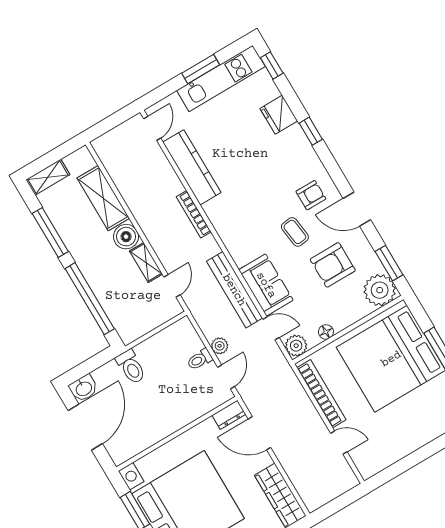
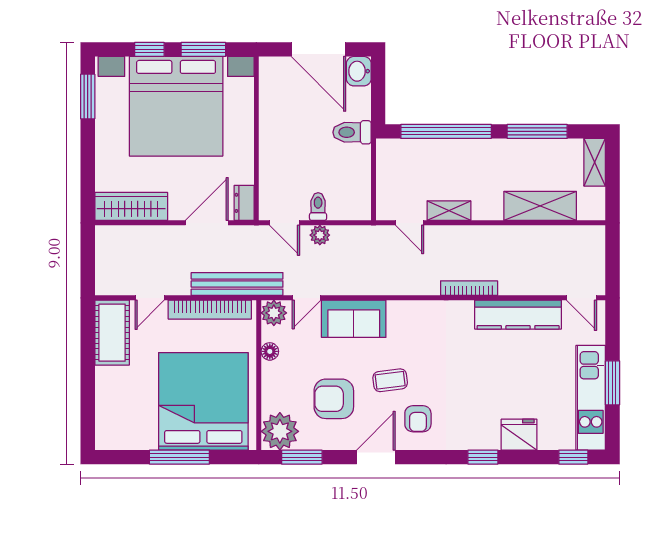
boiler: (126, 237) -> (487, 206), removed
armchair: (333, 265) -> (334, 399), turned -90
bench: (234, 290) -> (237, 284), moved
cot: (380, 455) -> (112, 333), added

